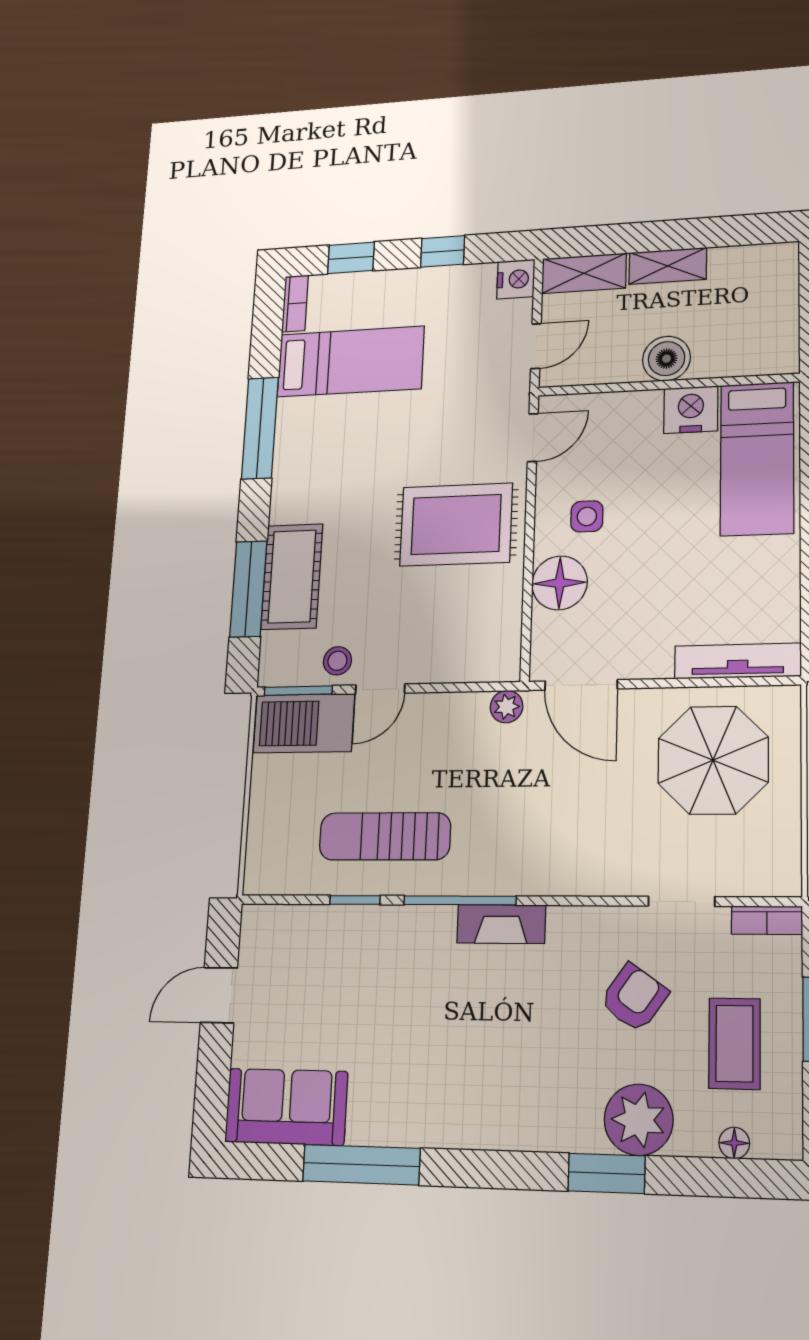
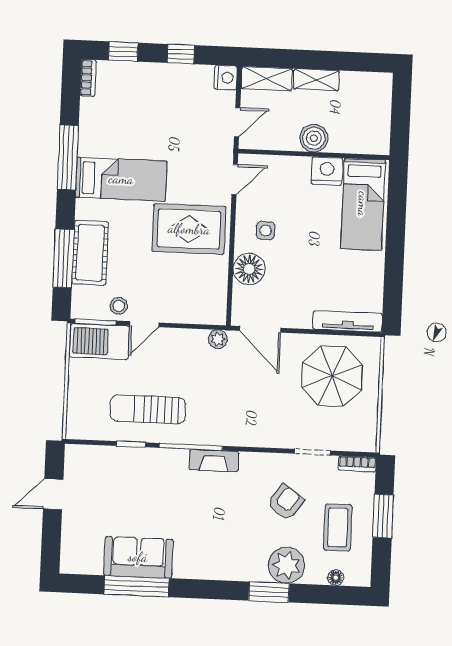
bed: (350, 362) -> (121, 179), moved
sofa: (286, 1107) -> (138, 557), moved

